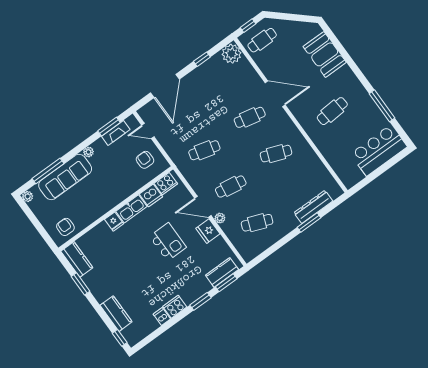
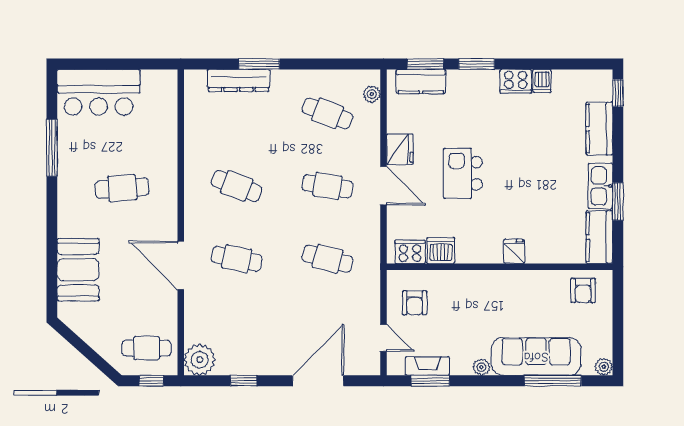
kitchen sink: (131, 209) -> (600, 186), moved, turned -90
plant: (220, 218) -> (372, 94), moved

